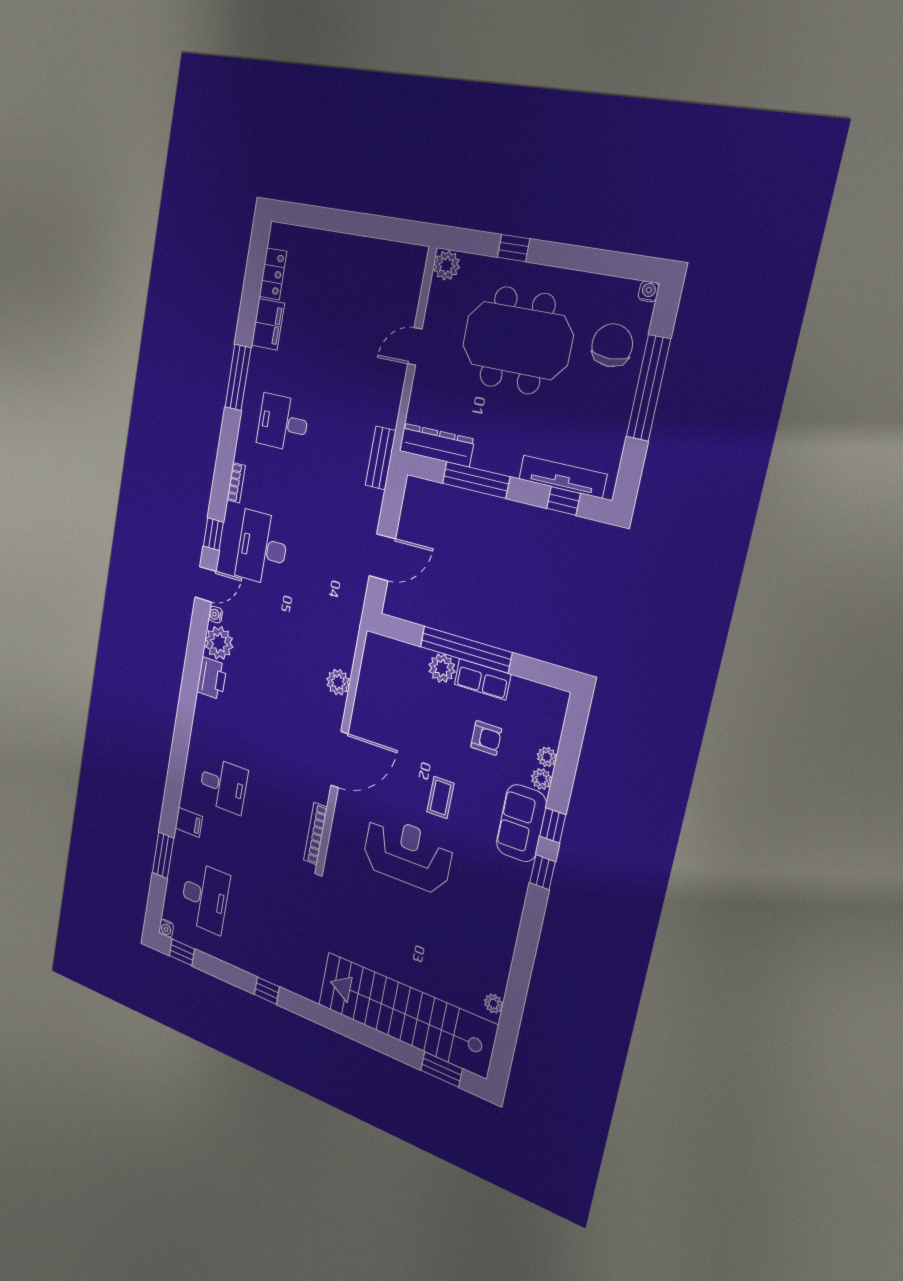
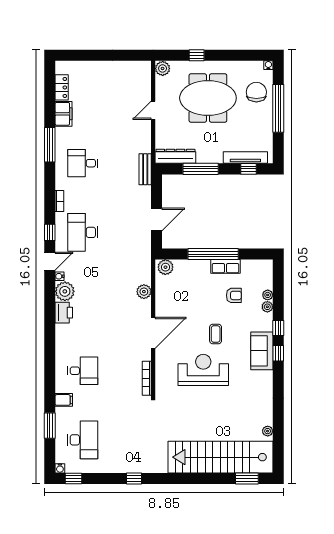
plant: (442, 668) -> (165, 267), moved
sofa: (521, 823) -> (262, 351), moved

